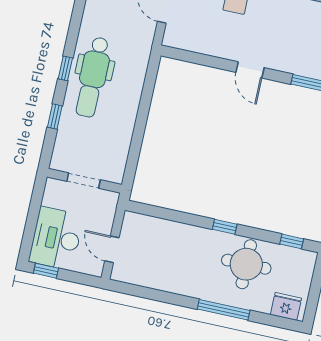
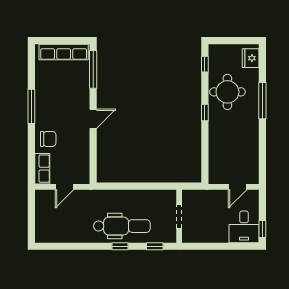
doorway: (84, 181) -> (179, 217), moved
wall: (84, 181) -> (179, 216), moved
desk: (56, 238) -> (244, 227), width x0.73

